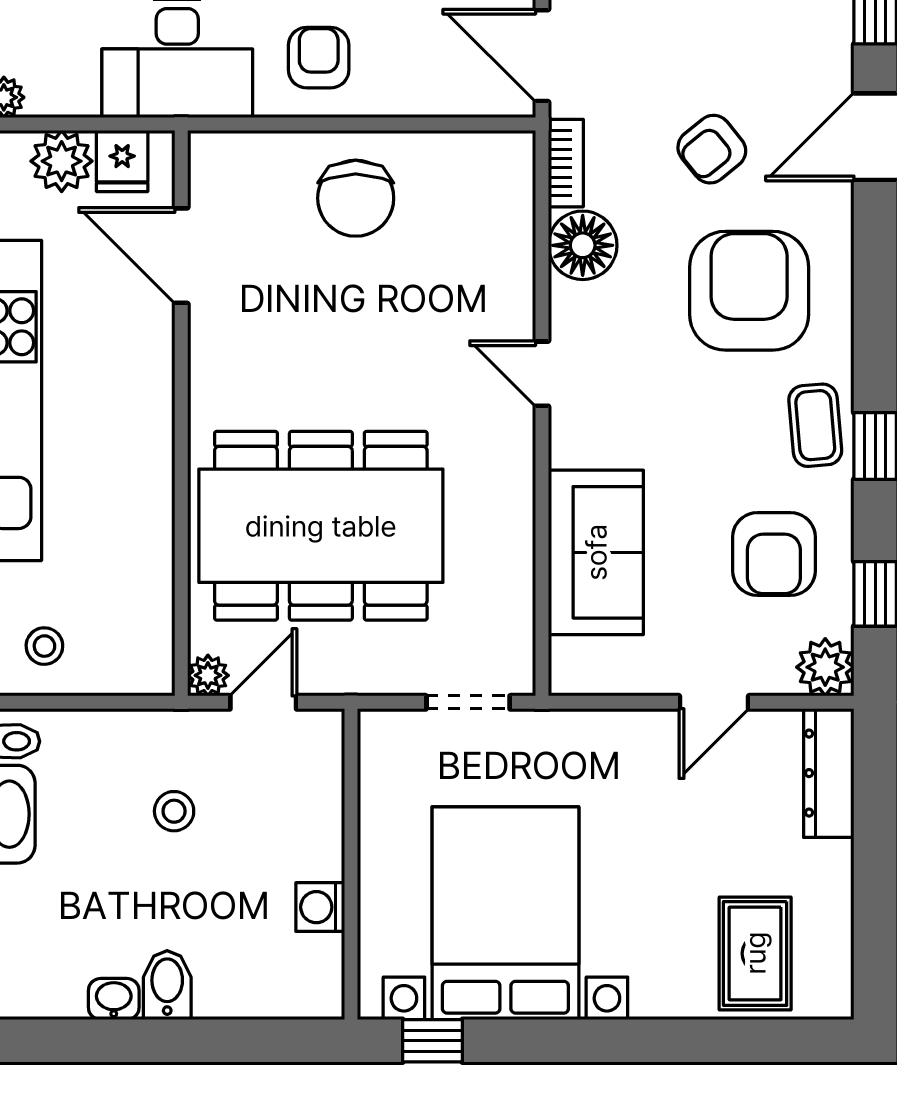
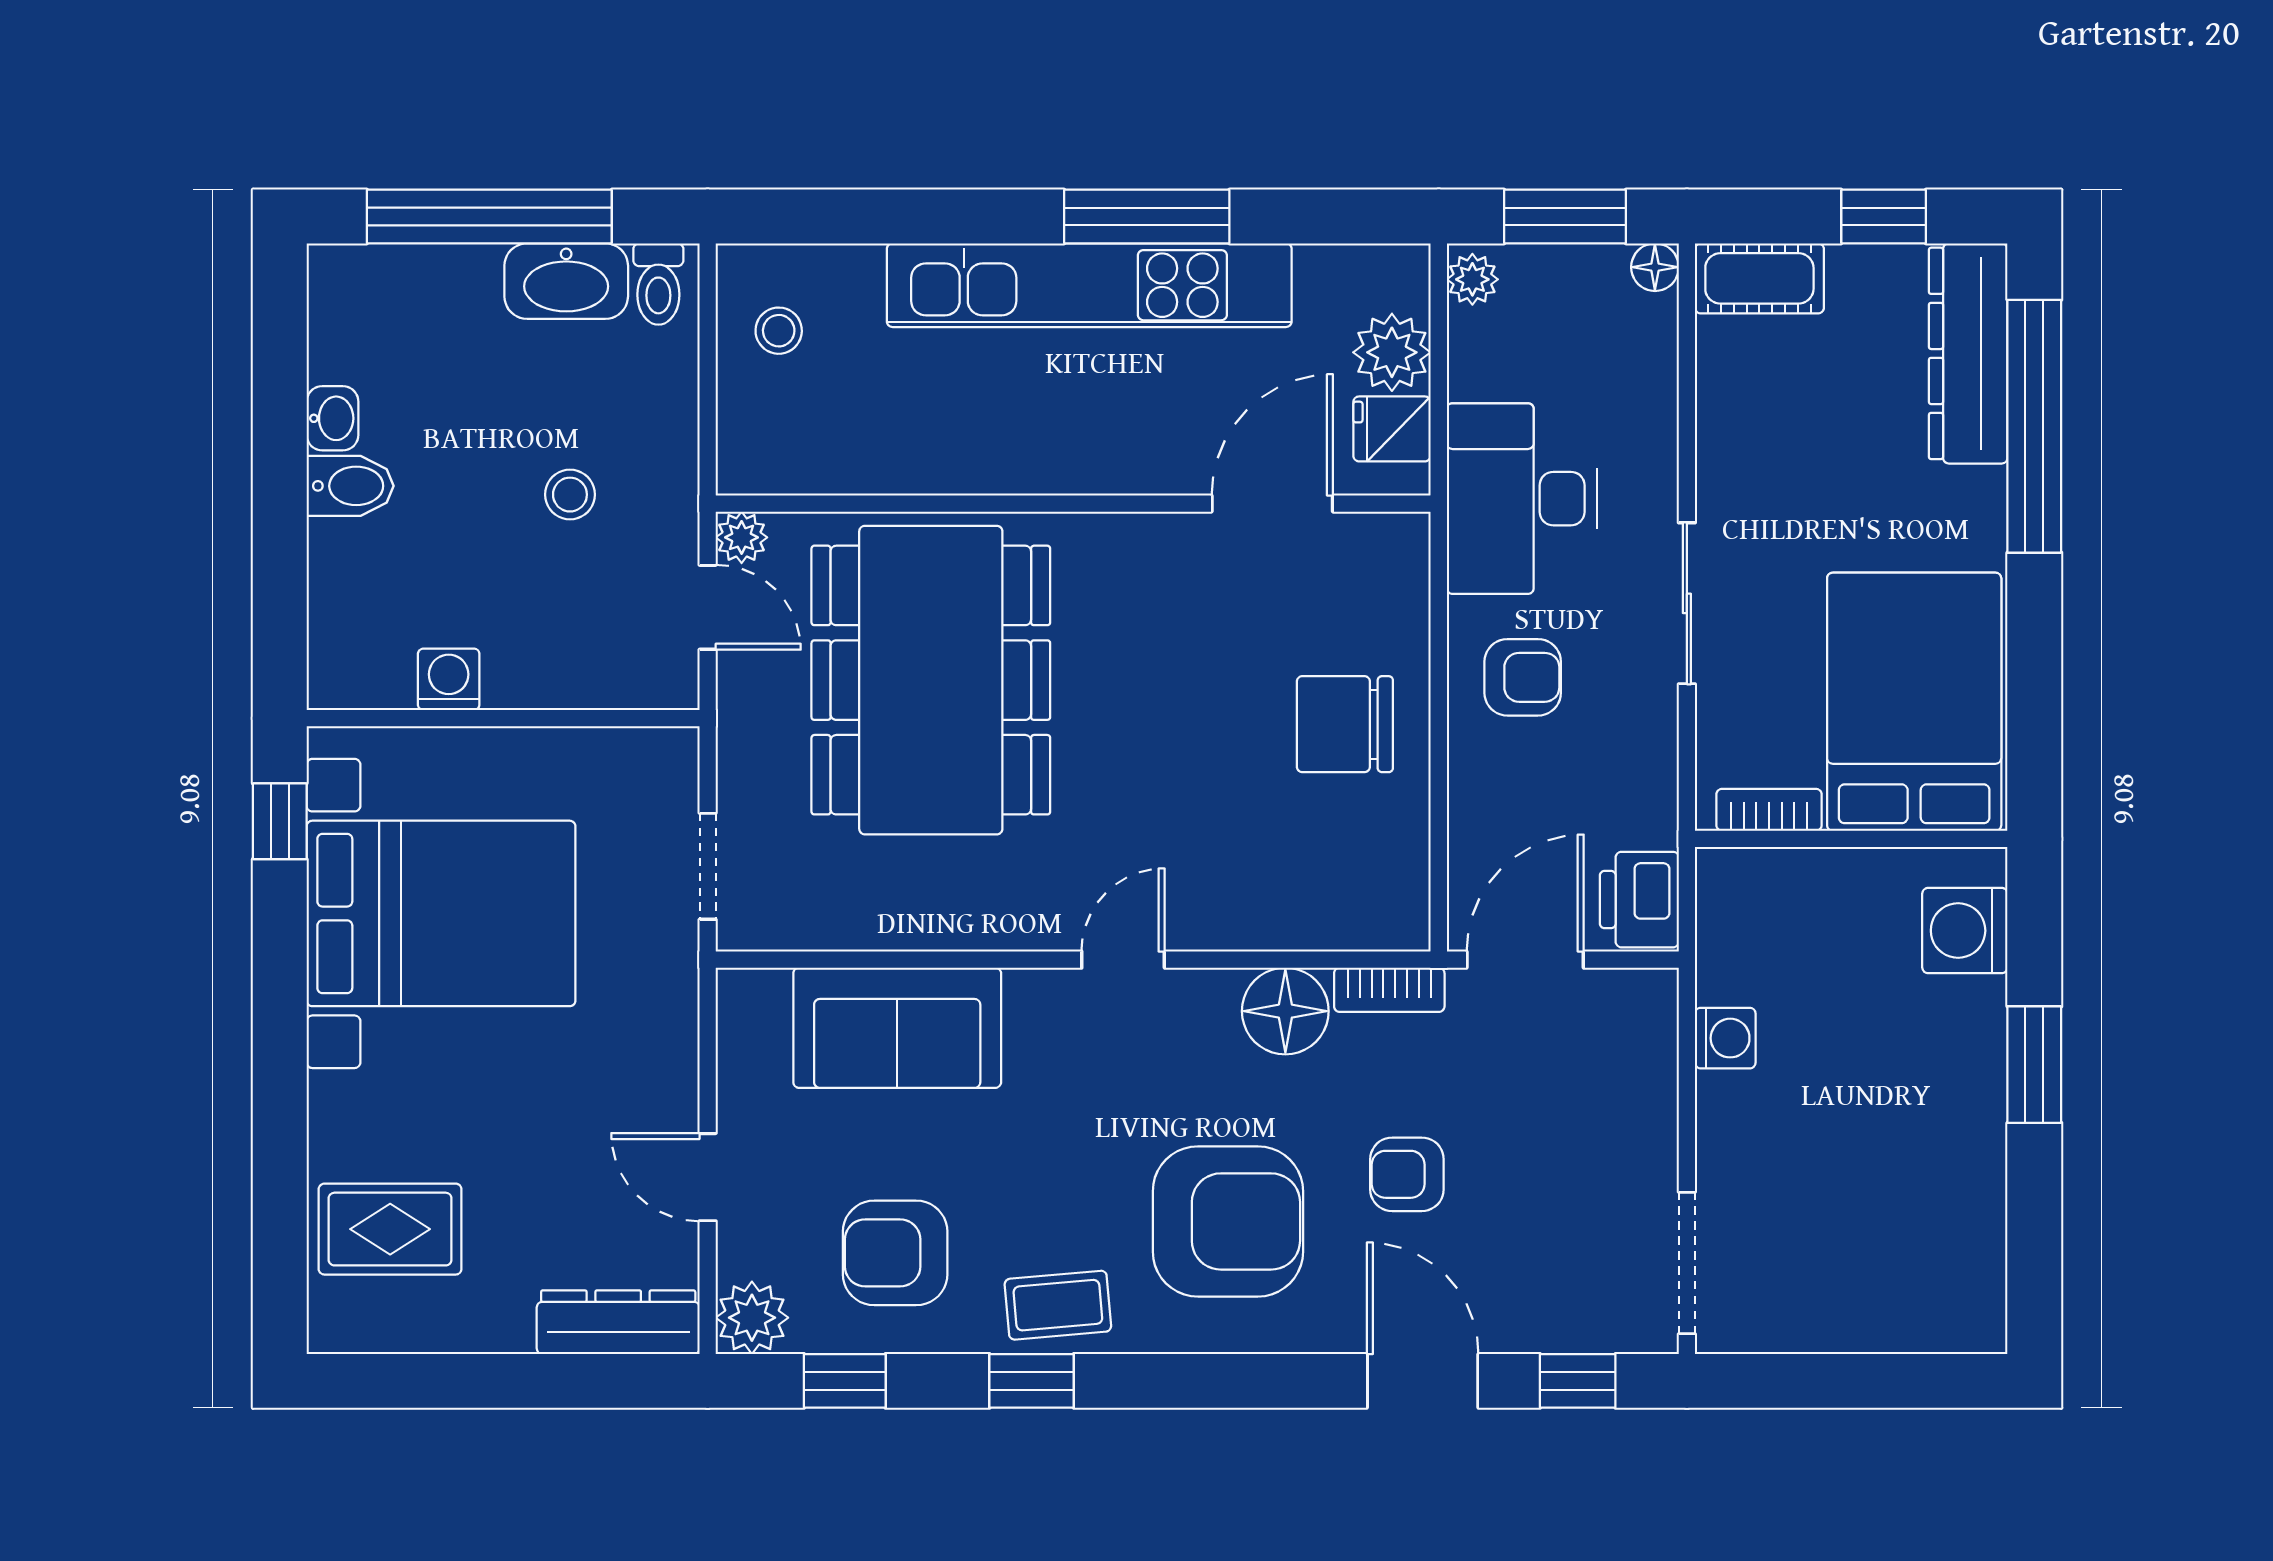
armchair: (712, 149) -> (1407, 1174), turned -51

